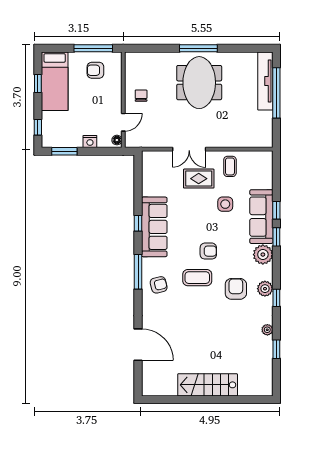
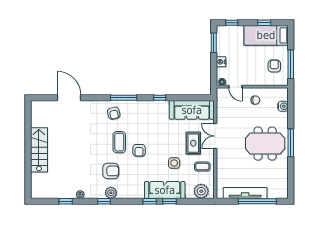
water cooler: (149, 59) -> (283, 106), added
tv unit: (265, 81) -> (245, 193), moved
sofa: (154, 227) -> (192, 110), moved
plant: (263, 255) -> (201, 191), moved
door: (138, 345) -> (69, 98), swing flipped

